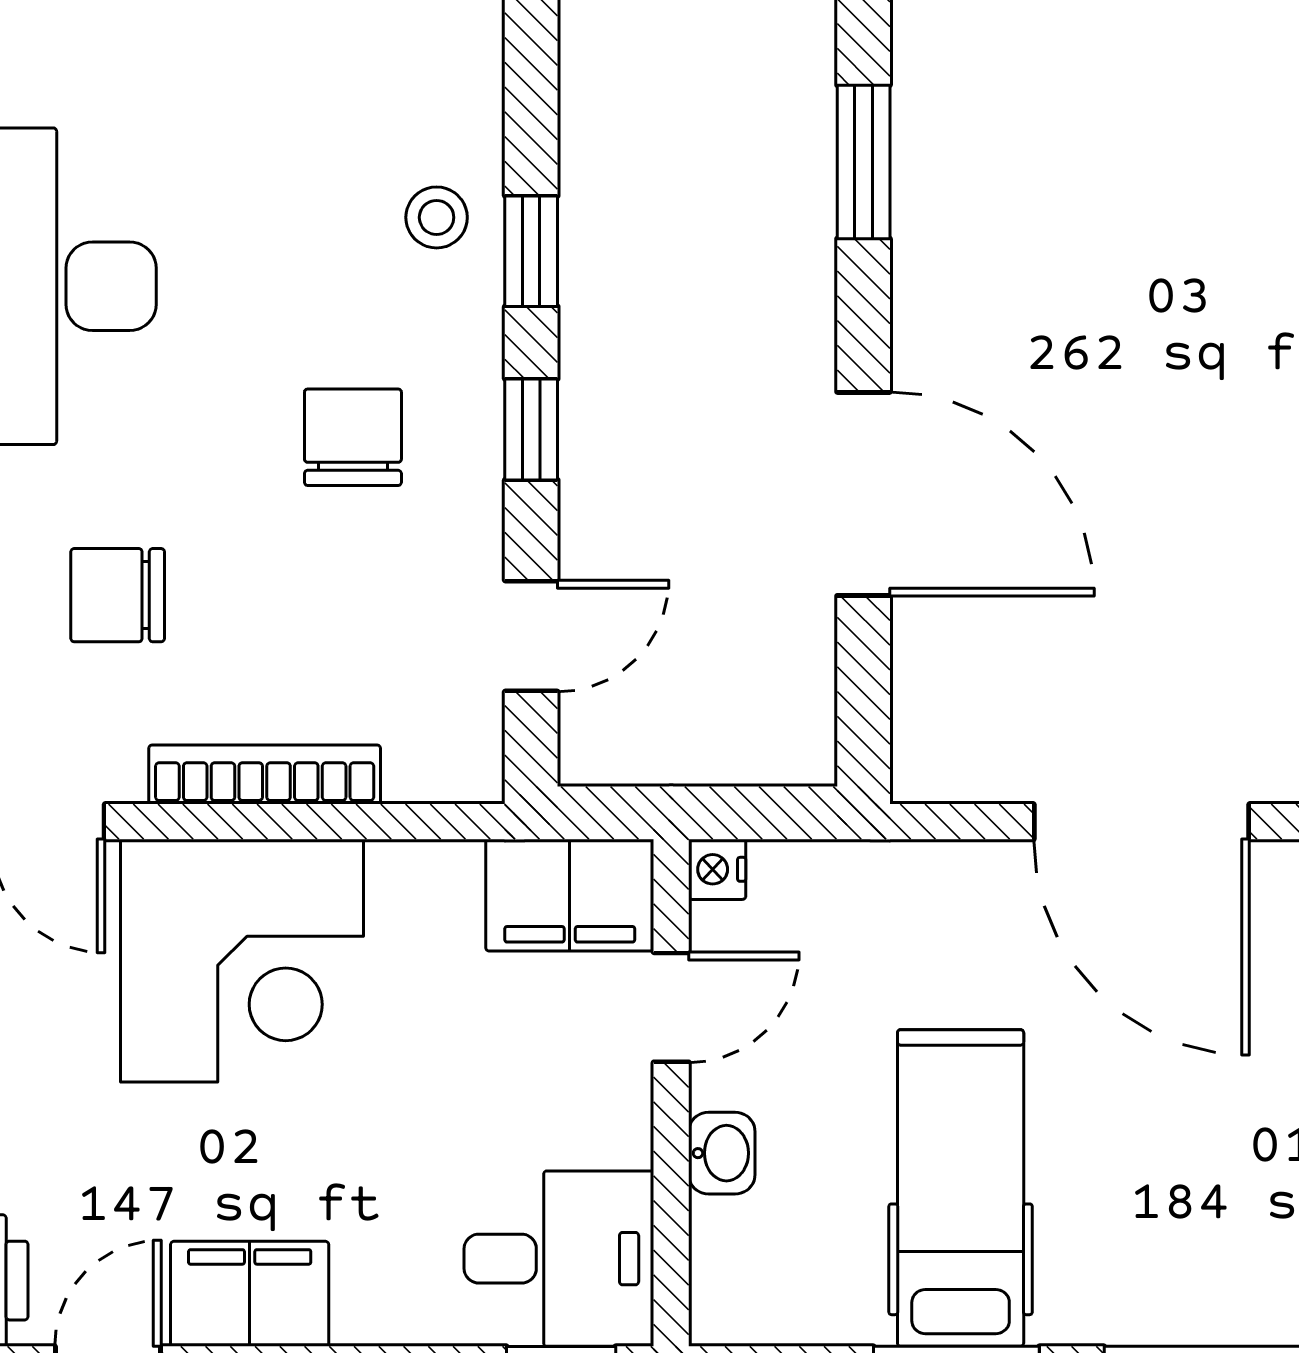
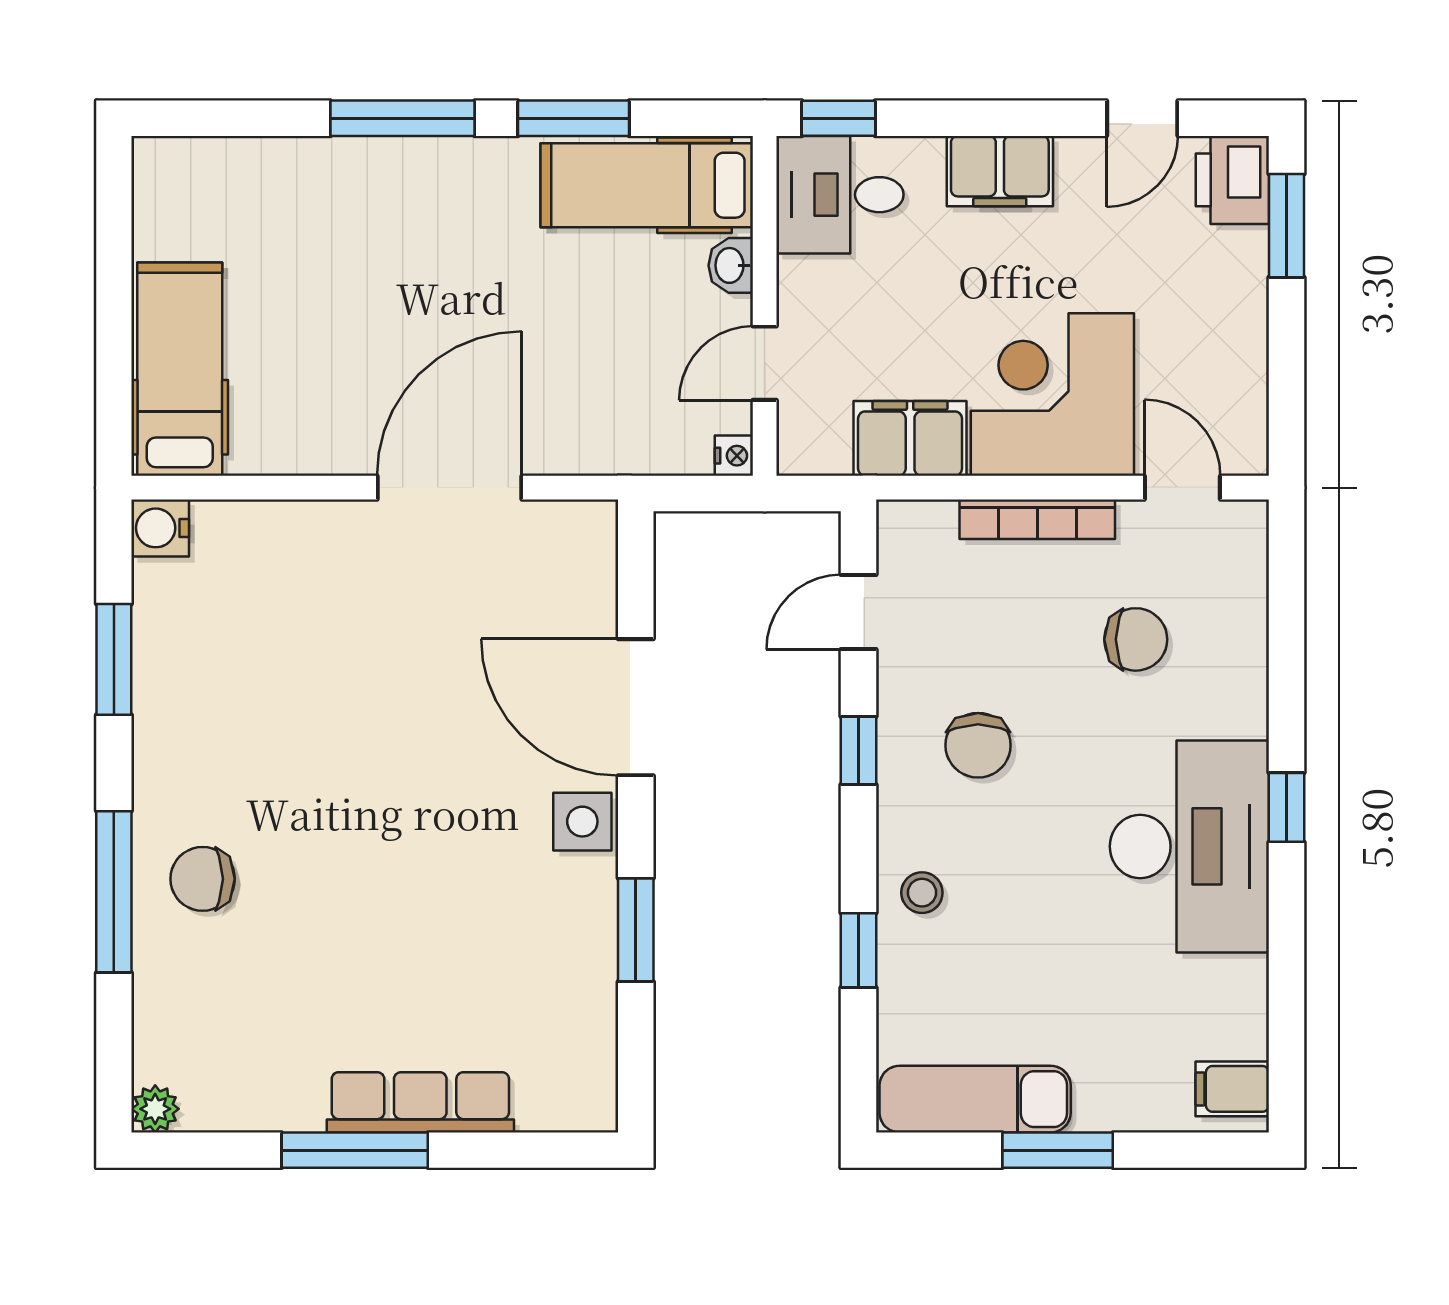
window: (531, 251) -> (859, 950), moved
side table: (943, 323) -> (582, 822), added
door: (1142, 822) -> (449, 488), hinge flipped
filing cabinet: (570, 895) -> (910, 438), moved
hospital bed: (961, 1188) -> (647, 185), moved, turned 90
filing cabinet: (250, 1294) -> (1000, 171), moved

